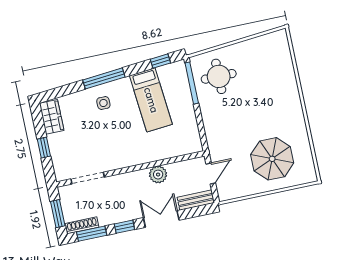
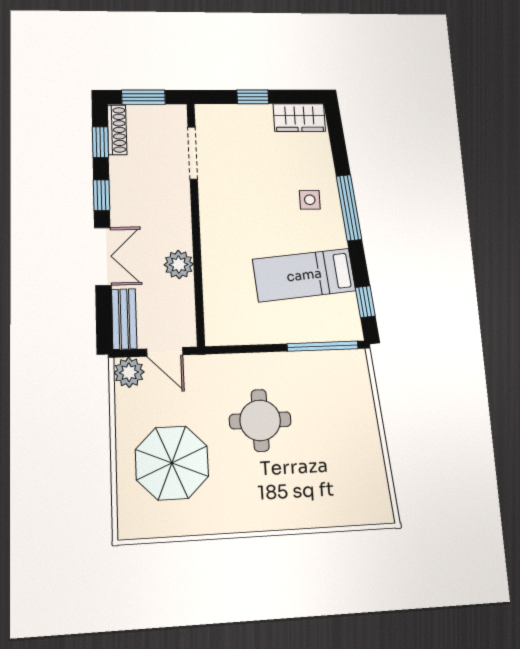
round table: (219, 76) -> (260, 420), moved
plant: (226, 192) -> (129, 372), added
window: (92, 234) -> (100, 142), width x0.67

